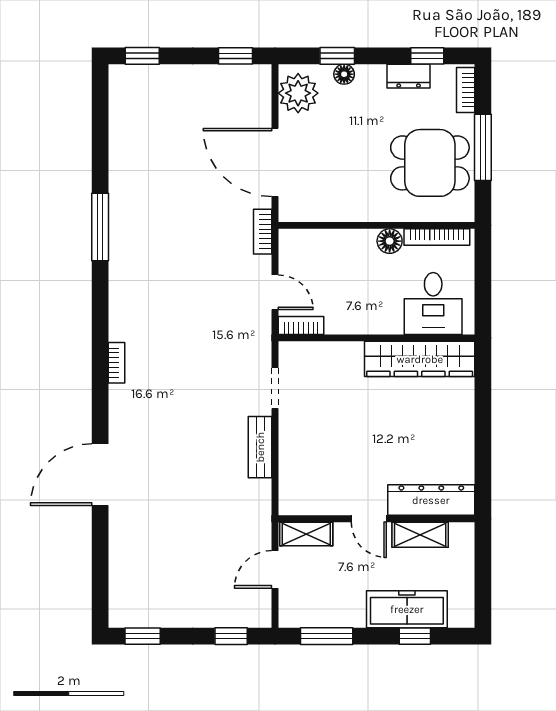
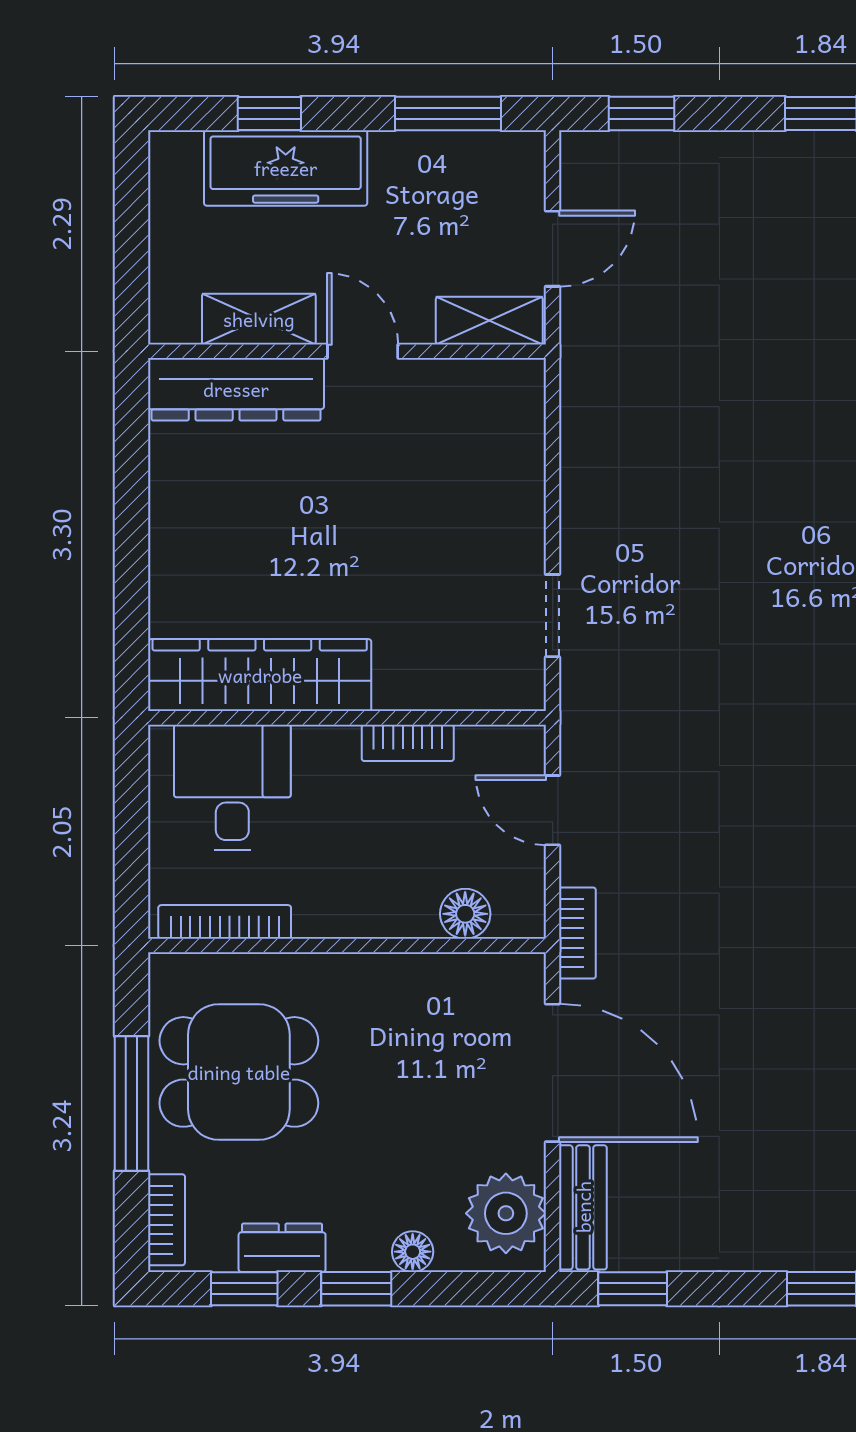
window: (337, 56) -> (356, 1289), moved
floor lamp: (390, 241) -> (465, 914), moved
bookcase: (301, 325) -> (408, 743), moved
bench: (260, 447) -> (583, 1207), moved

